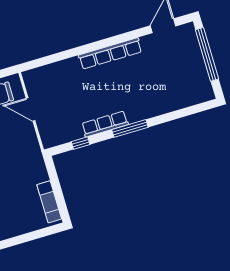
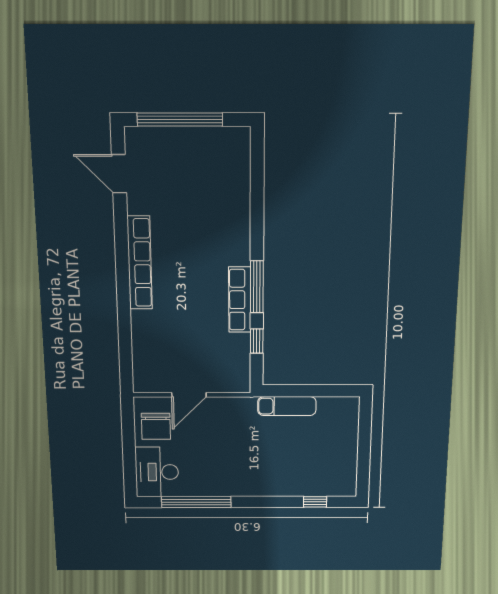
window: (130, 128) -> (257, 287), moved
exam couch: (49, 202) -> (287, 406), moved

